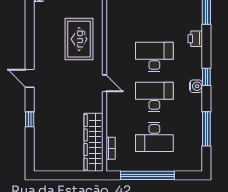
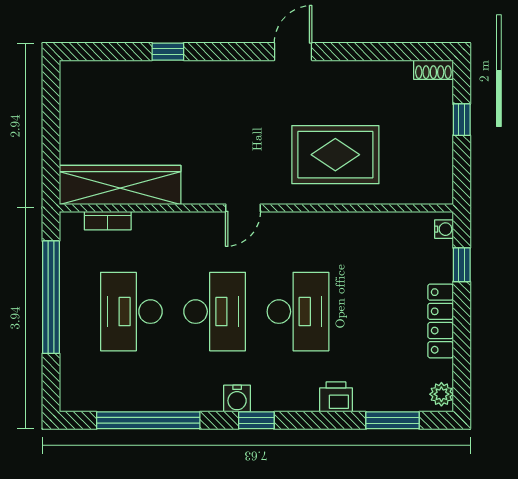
door: (30, 78) -> (293, 52), moved
window: (206, 129) -> (148, 420), width x1.46

